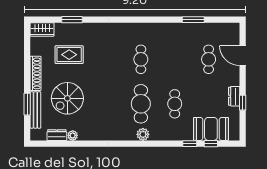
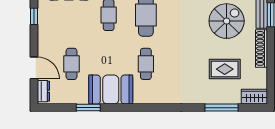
window: (72, 20) -> (222, 108), width x1.44
booth: (173, 36) -> (111, 90), added
dresser: (234, 96) -> (43, 91), moved

